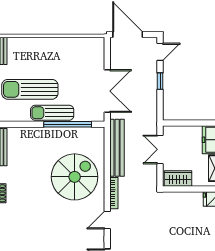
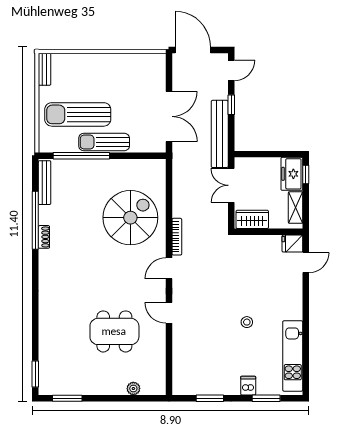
window: (68, 124) -> (81, 156), moved
bench: (117, 148) -> (220, 134), moved

